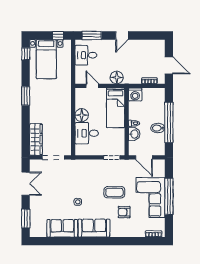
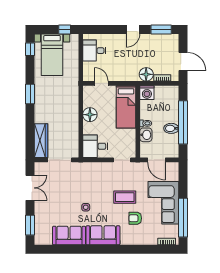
window: (92, 35) -> (161, 30), moved
floor lamp: (117, 77) -> (146, 74), moved
desk: (87, 133) -> (95, 146), moved
window: (169, 196) -> (183, 218), moved

